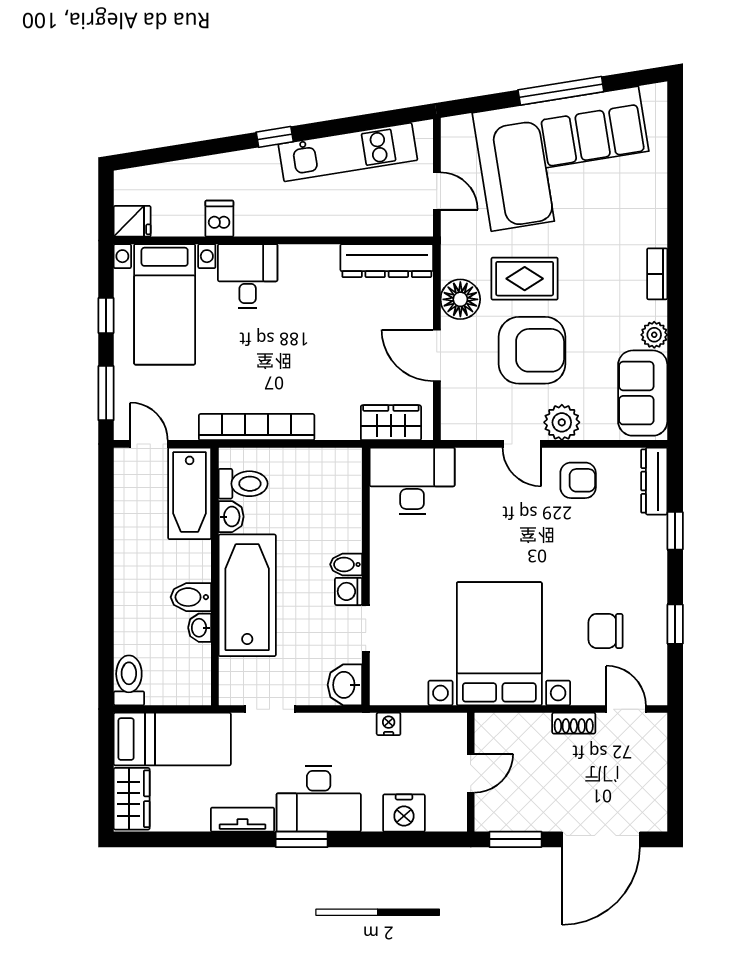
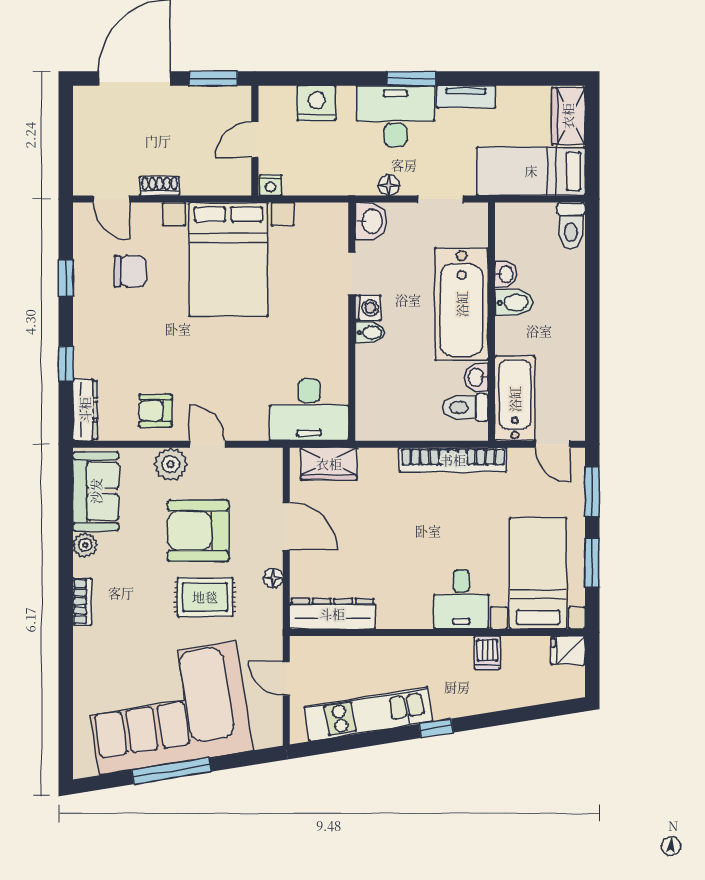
floor lamp: (460, 299) -> (273, 578), width x0.53, depth x0.53
window: (106, 315) -> (592, 563), width x1.50
floor lamp: (326, 724) -> (389, 185), added
nightstand: (389, 724) -> (271, 185), moved

